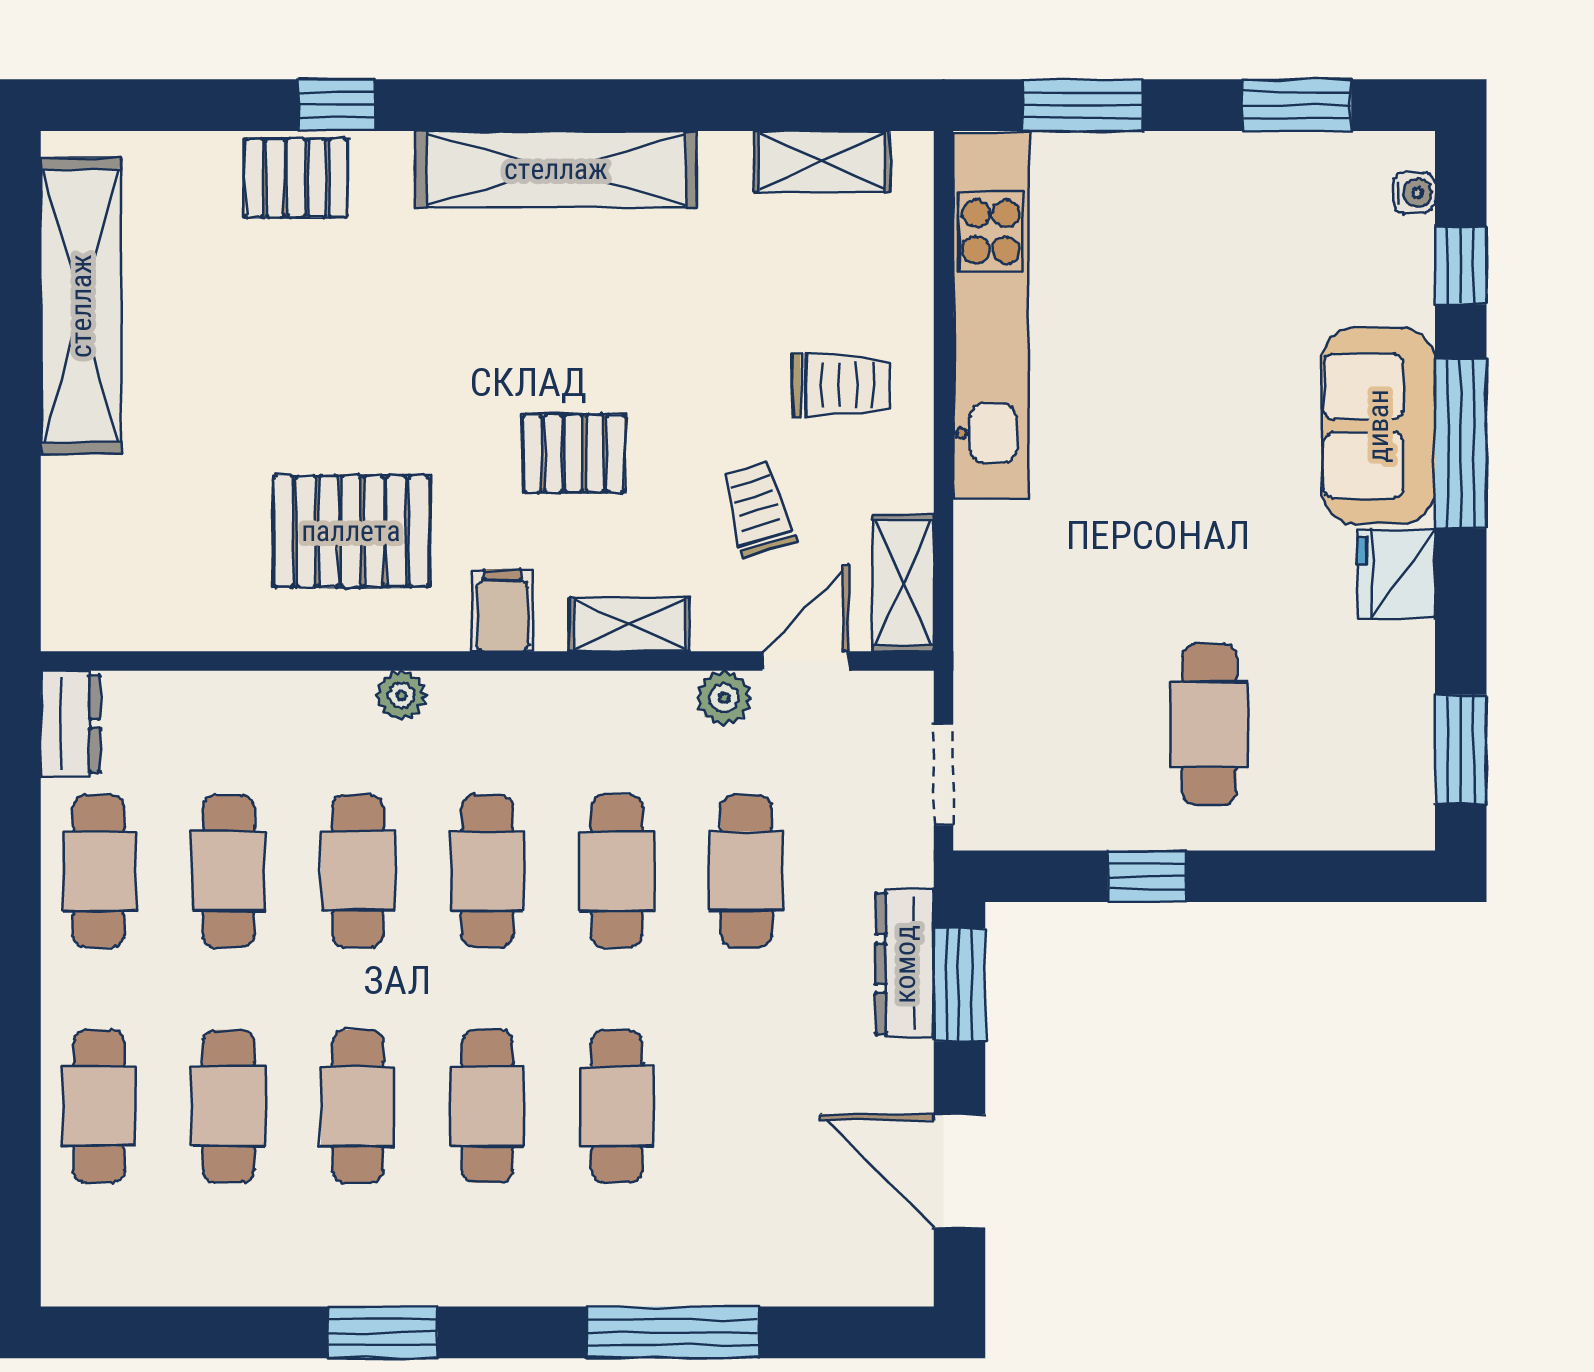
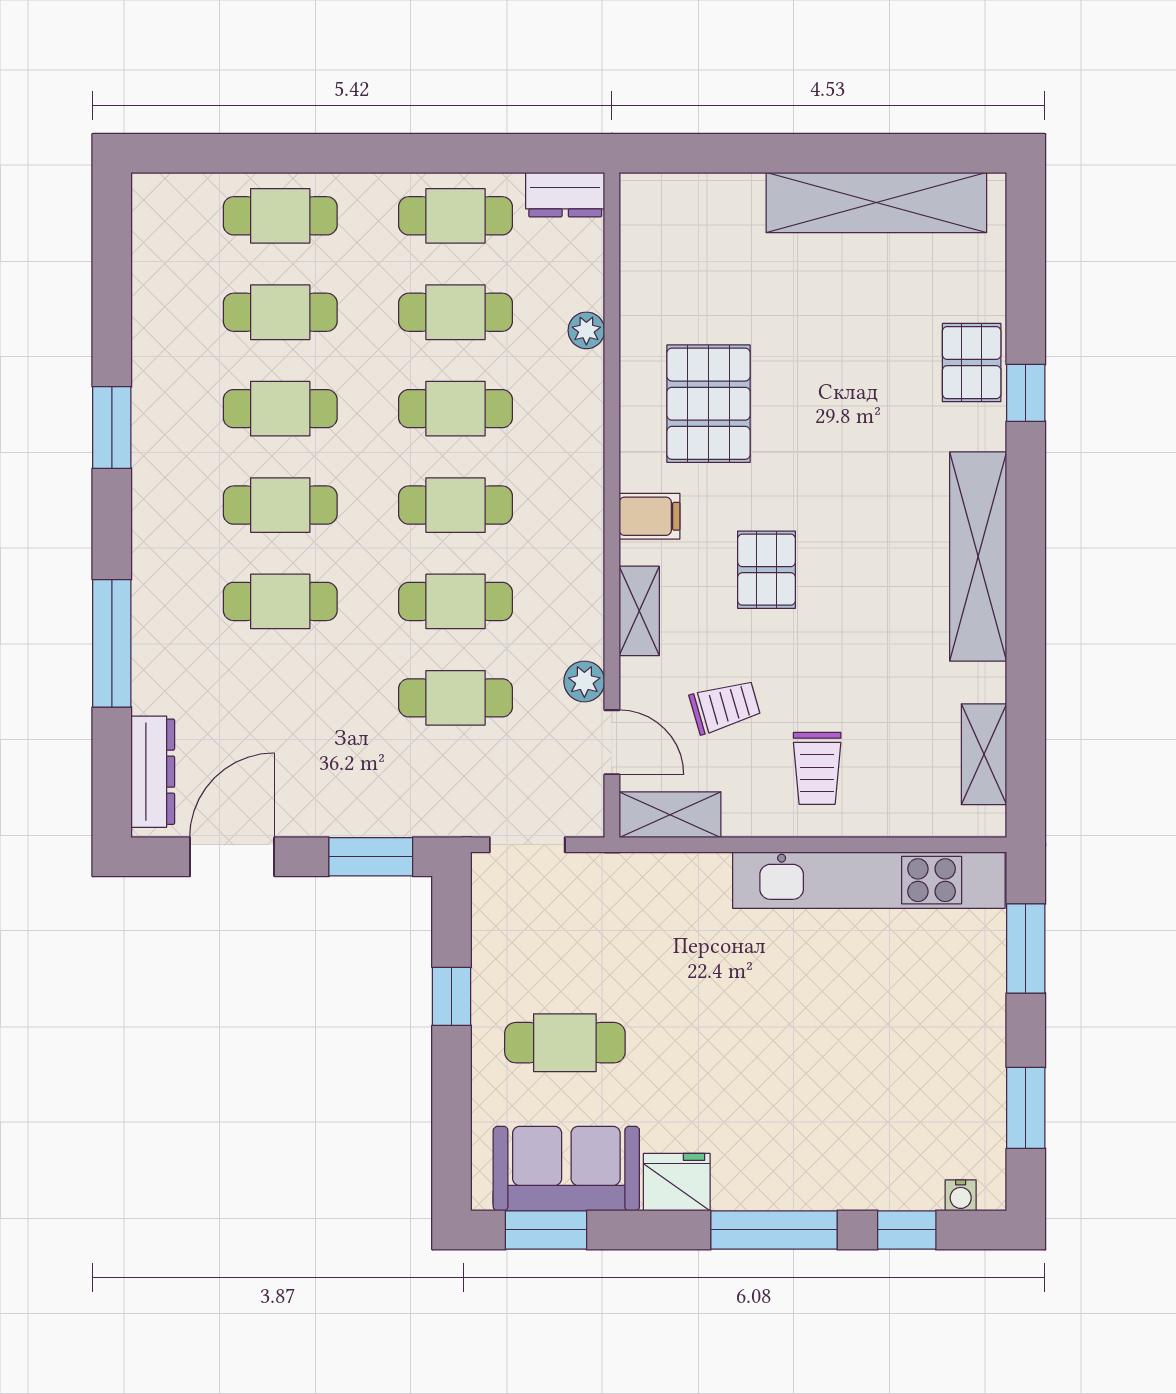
sofa: (1378, 426) -> (566, 1169), moved
plant: (401, 695) -> (586, 330), moved
dresser: (905, 964) -> (153, 772), moved, turned 90

